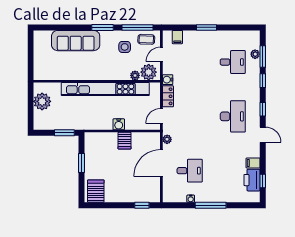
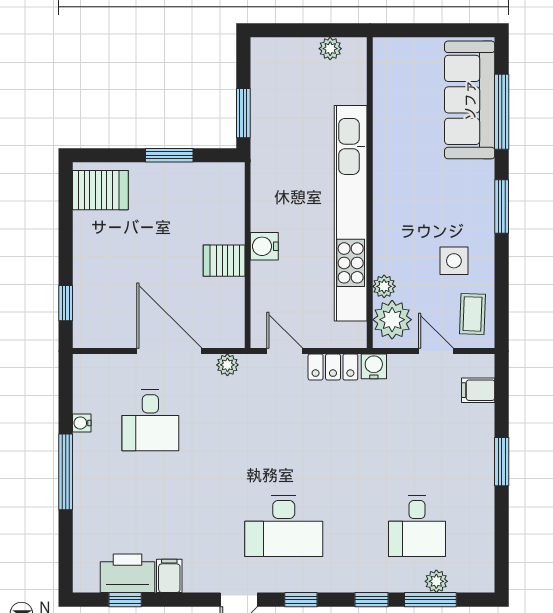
window: (138, 27) -> (502, 112), moved
sofa: (76, 41) -> (470, 100), moved
plant: (42, 101) -> (330, 49), width x0.53, depth x0.53

